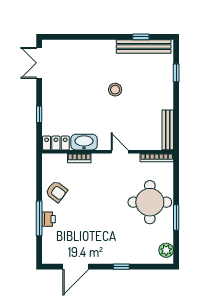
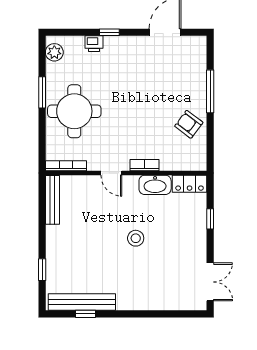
stool: (115, 90) -> (136, 238), moved
bookcase: (79, 158) -> (144, 165), moved
printer: (48, 219) -> (94, 44), moved, turned -90

